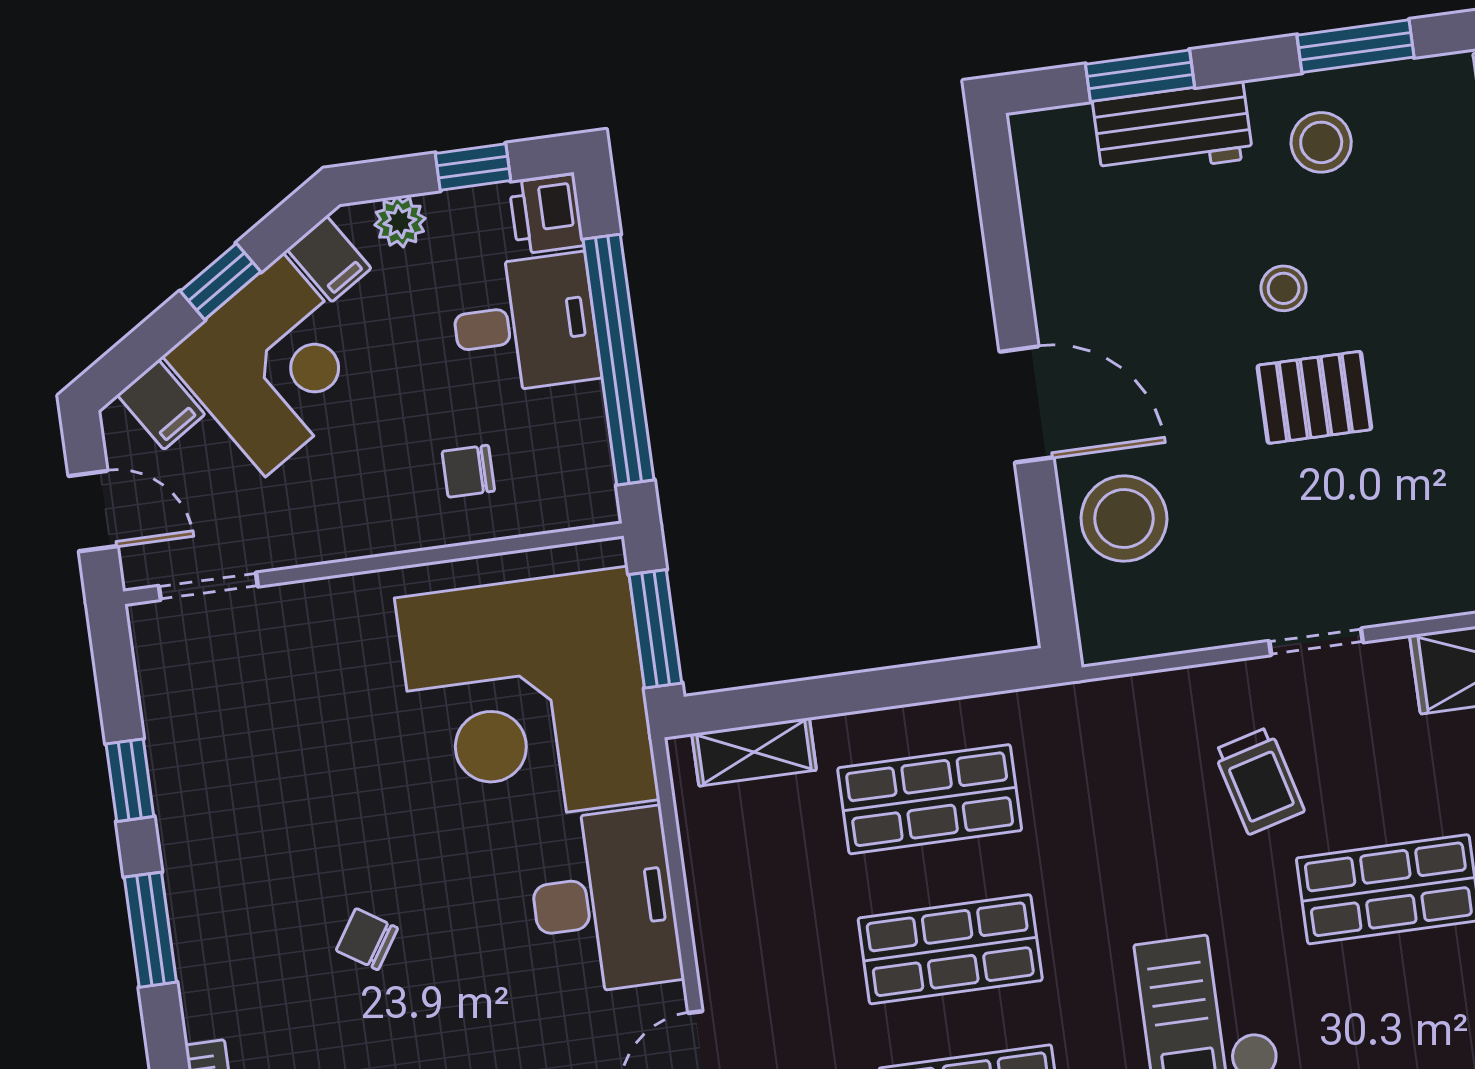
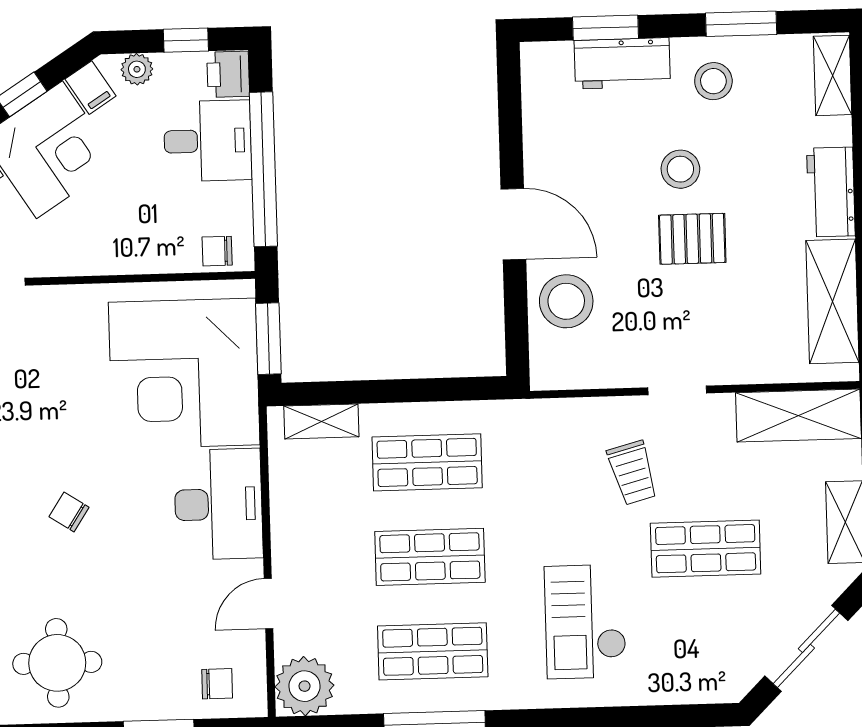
stool: (1284, 288) -> (680, 169), width x1.37, depth x1.37
chair: (468, 471) -> (217, 251), moved

